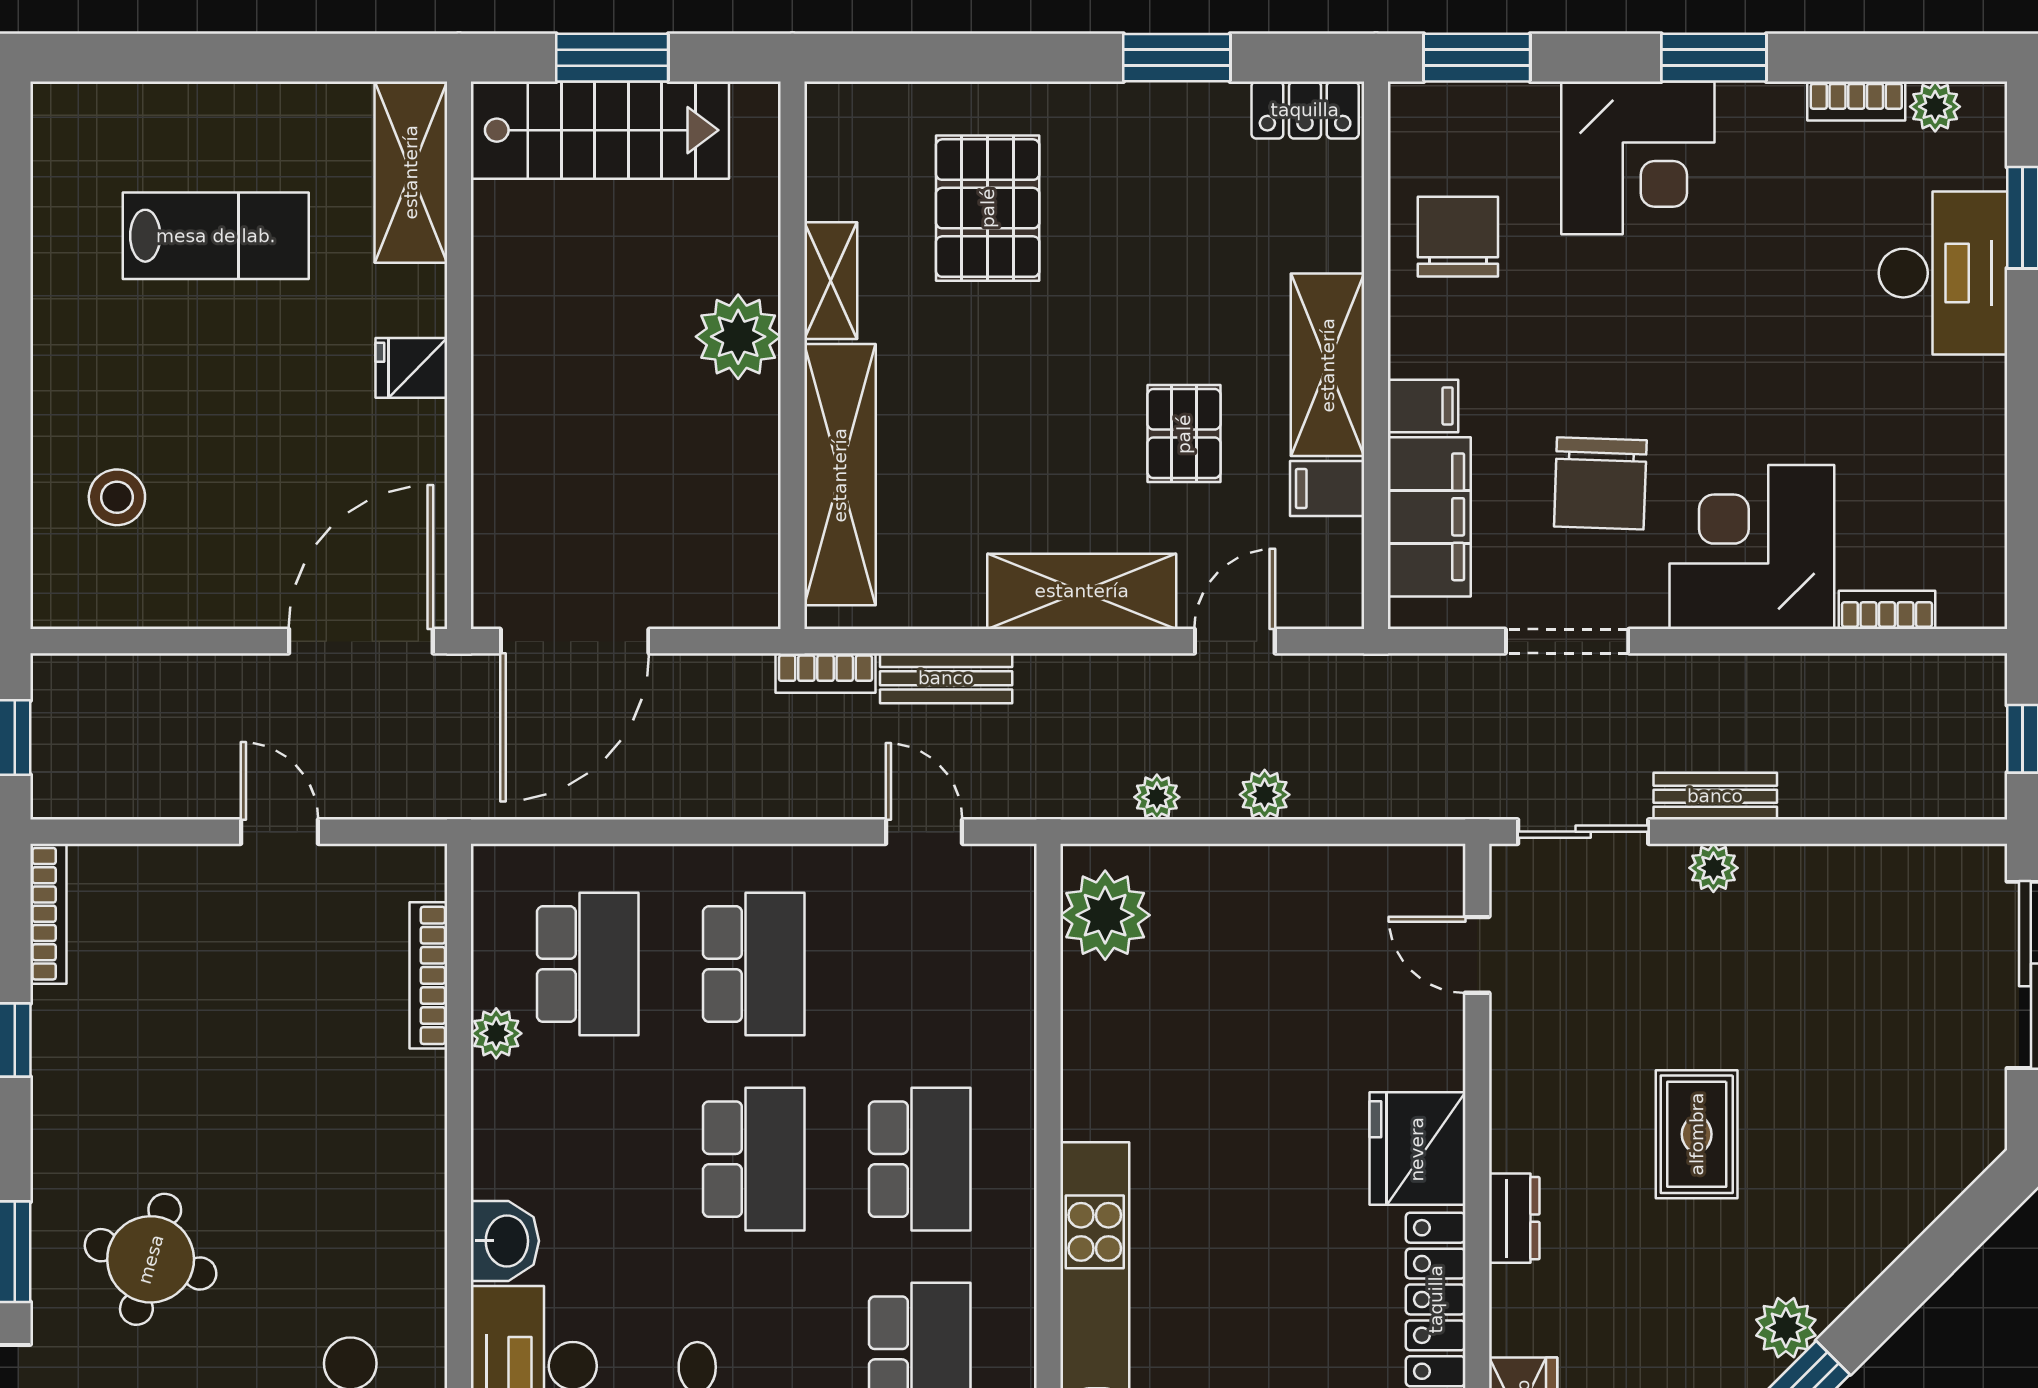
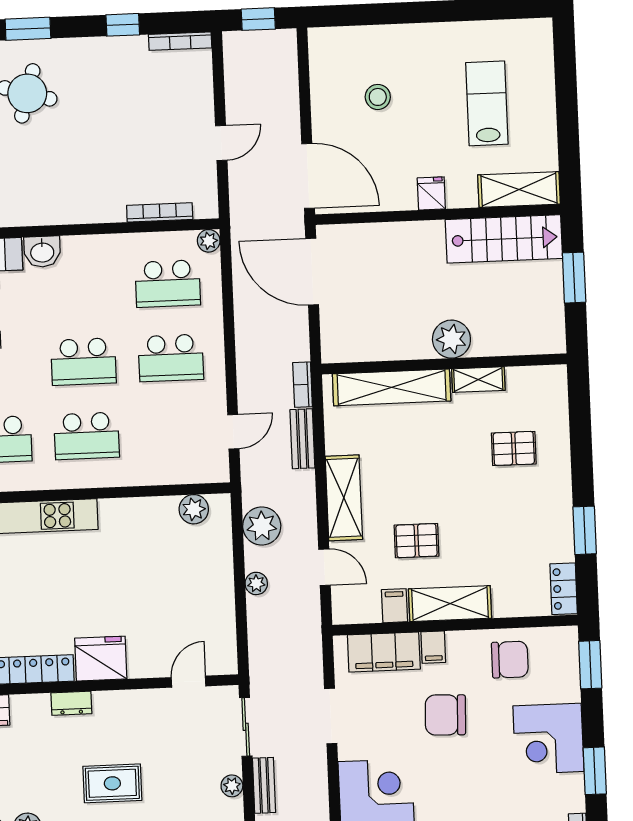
stairs: (600, 130) -> (504, 239), moved, turned -90
pallet: (988, 208) -> (514, 448), width x0.67, depth x0.71
lab bench: (216, 236) -> (487, 103), turned 180
chair: (1600, 483) -> (445, 715), moved
stool: (117, 497) -> (378, 97), moved
plant: (1157, 797) -> (262, 526), width x1.88, depth x1.88
plant: (1105, 915) -> (194, 509), width x0.73, depth x0.73
plant: (496, 1033) -> (209, 241), moved

